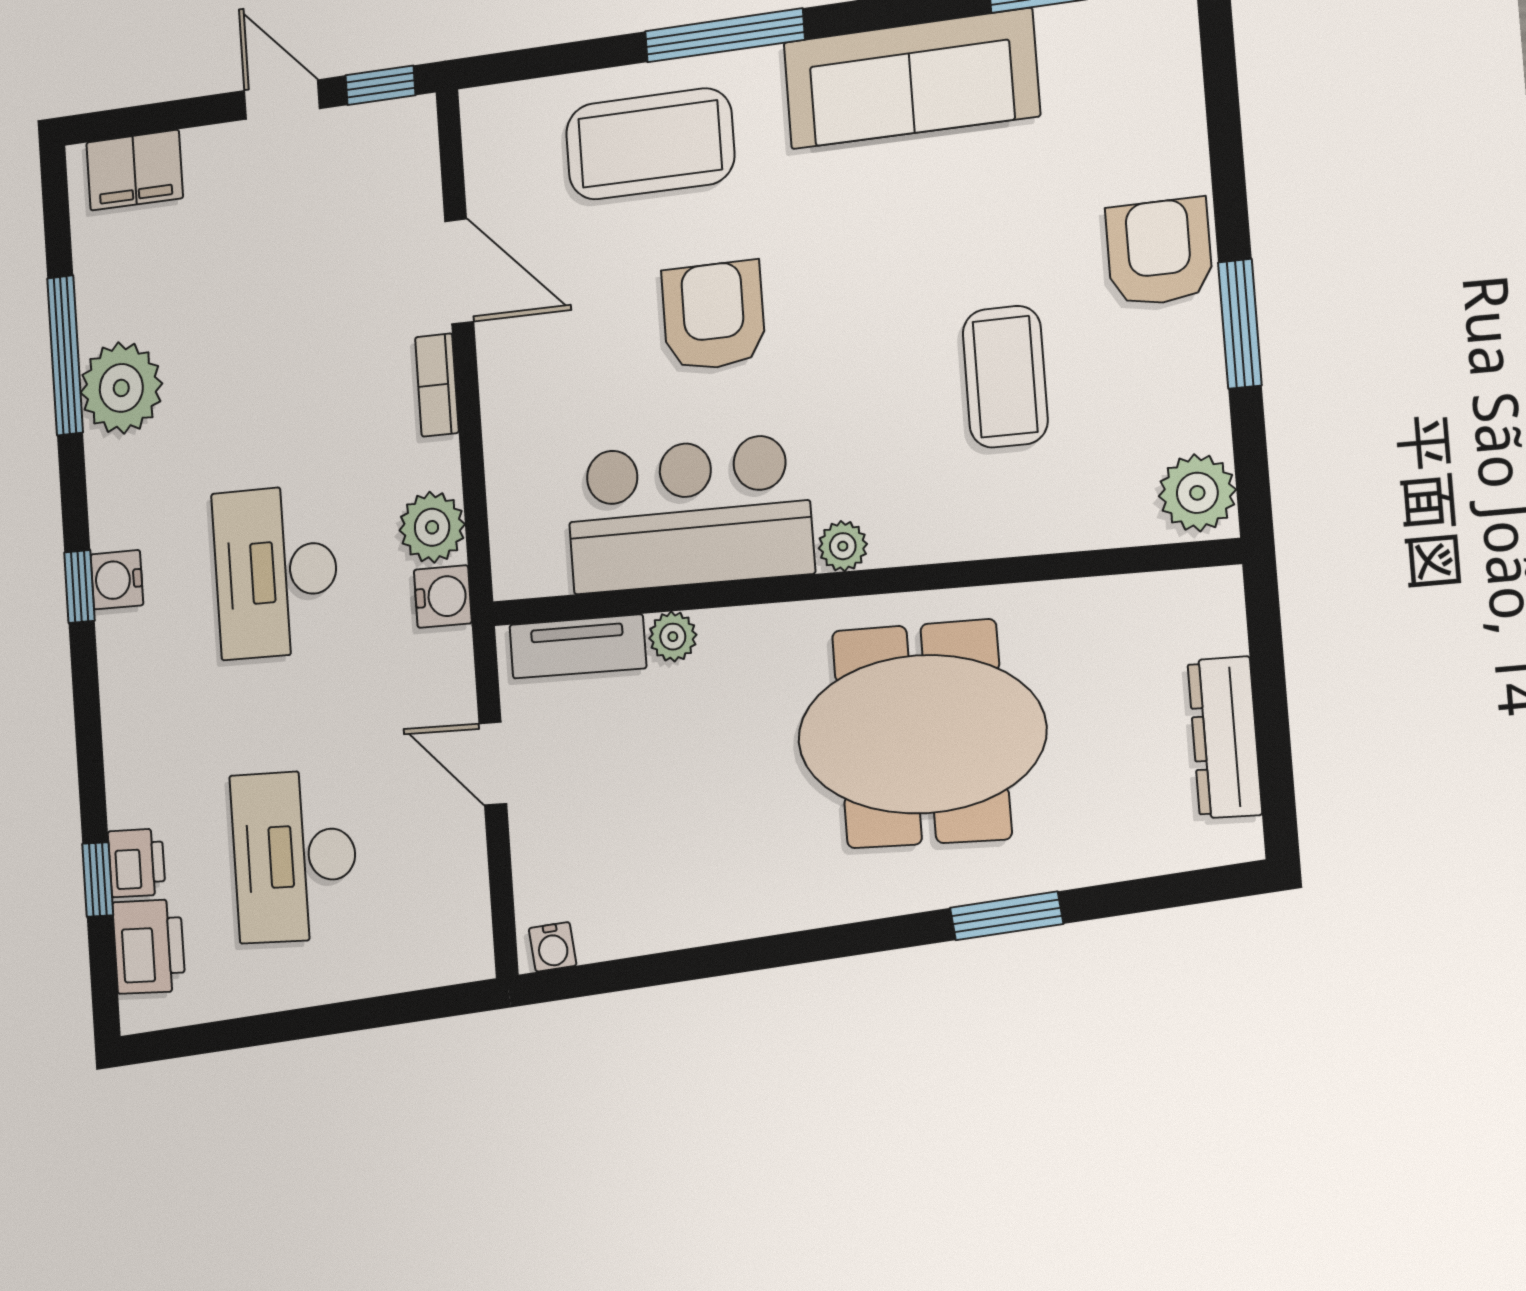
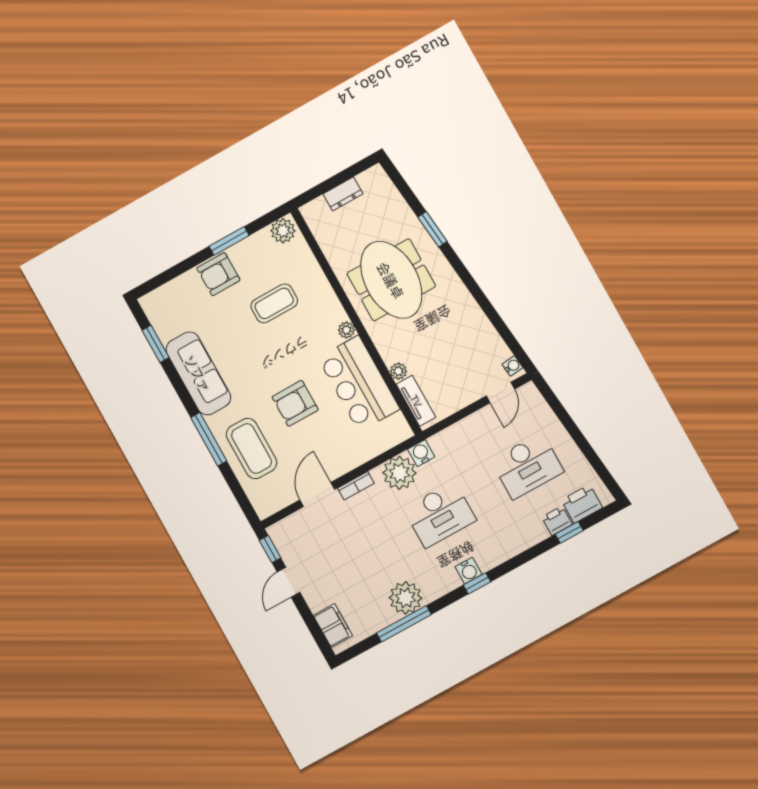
plant: (432, 527) -> (399, 473), width x1.36, depth x1.36
dresser: (1225, 737) -> (343, 194), width x0.70
door: (493, 764) -> (500, 392), moved

